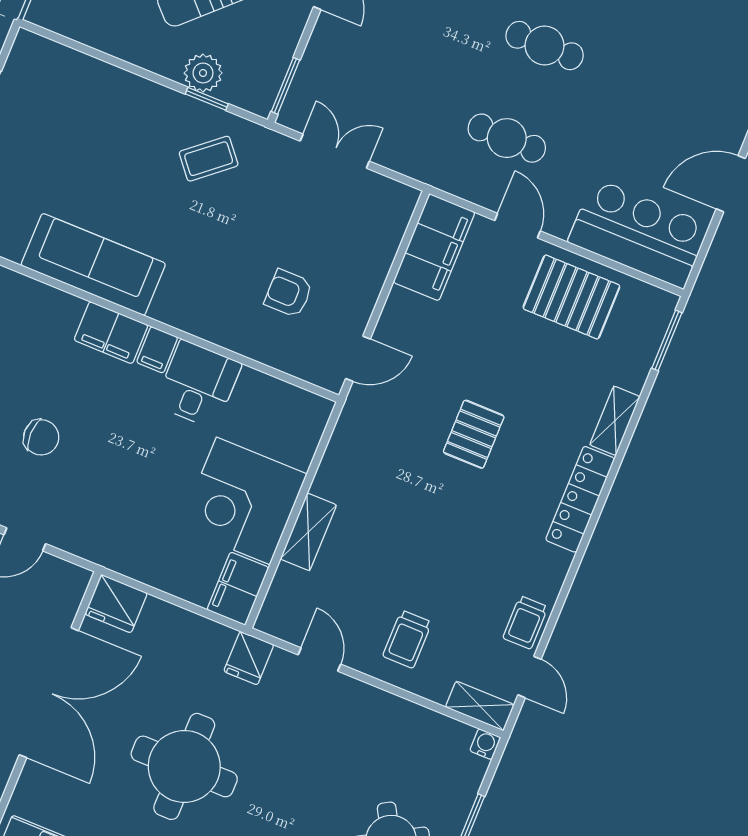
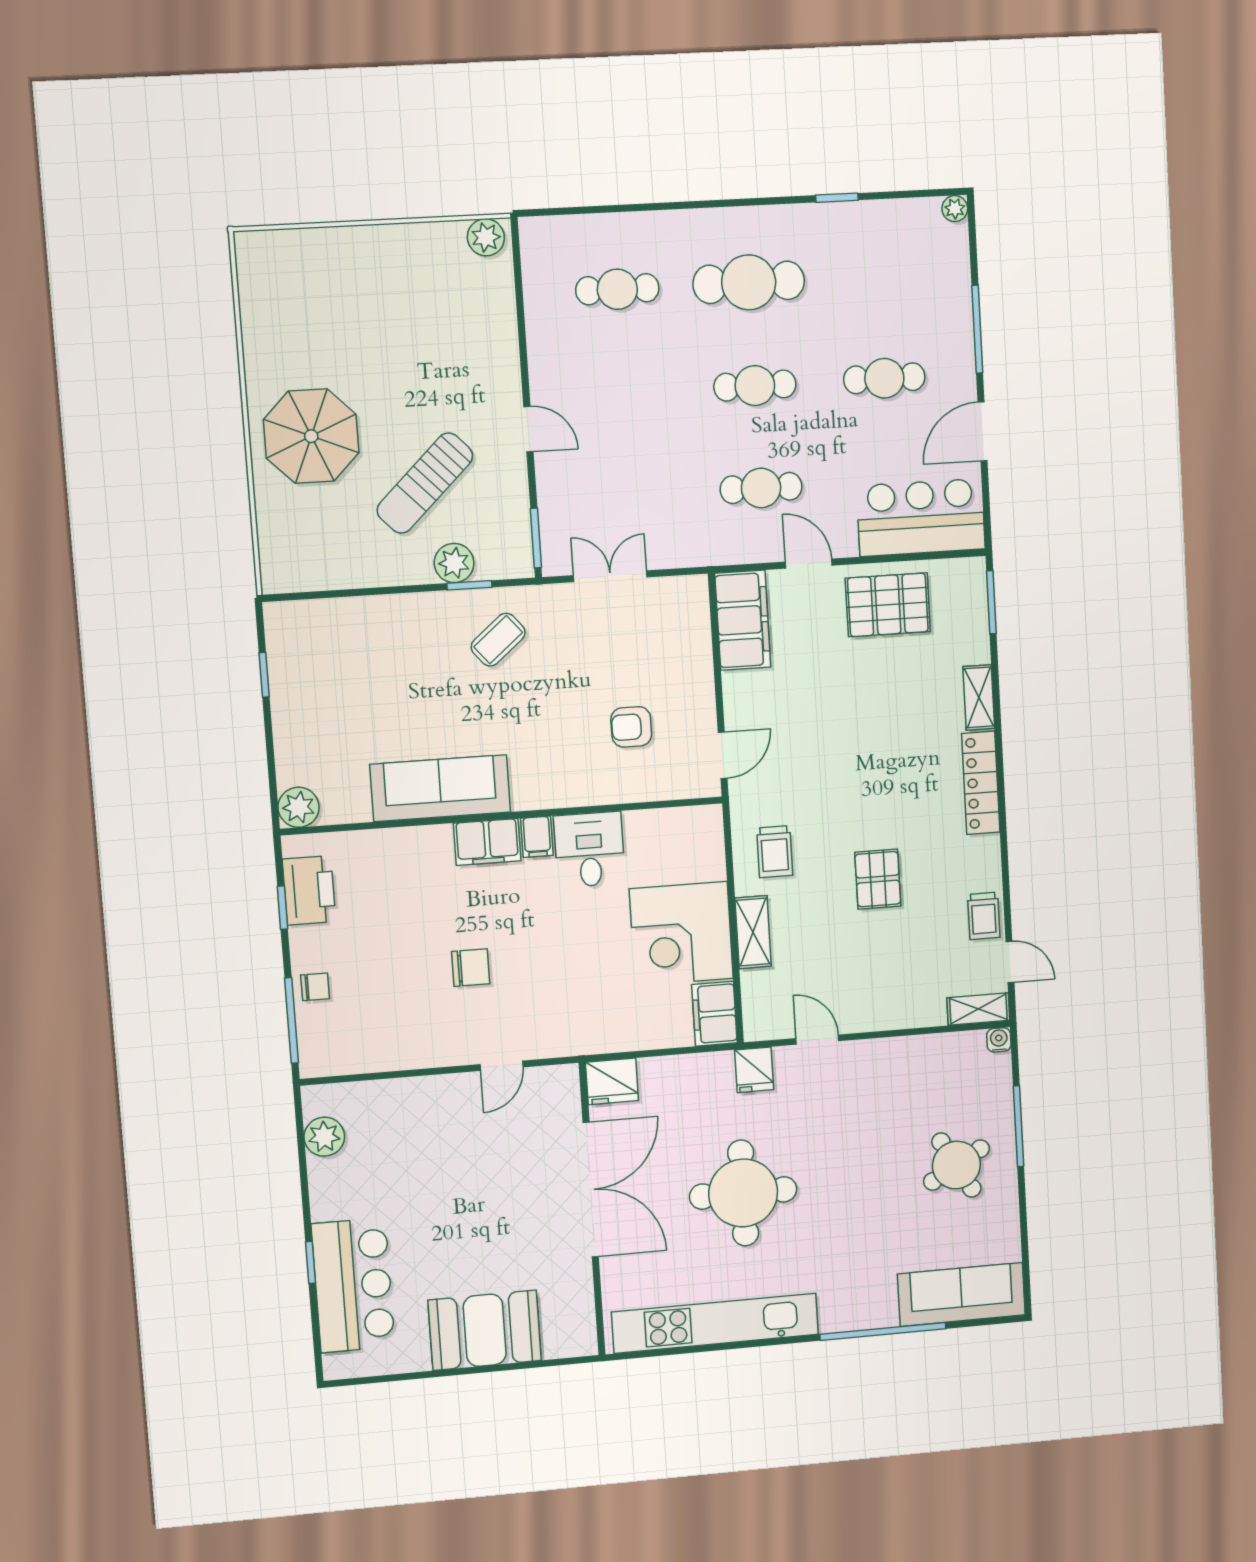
cafe table: (664, 94) -> (884, 378), added
pallet: (474, 434) -> (878, 879), moved
trolley: (407, 639) -> (775, 852), moved

